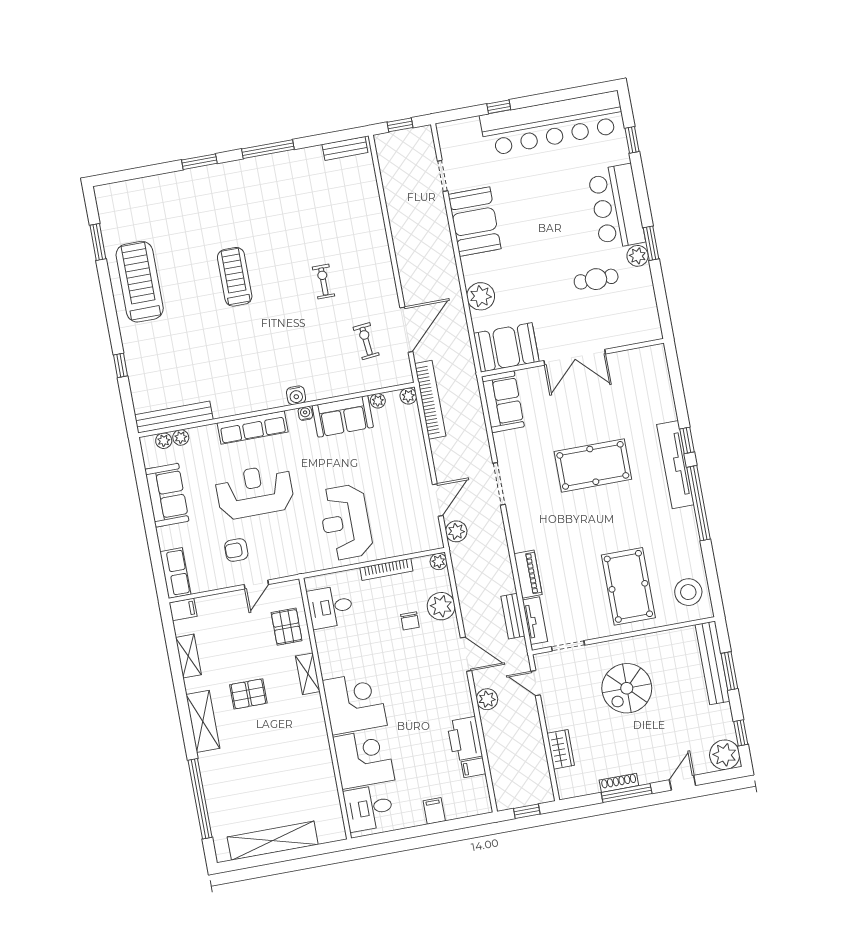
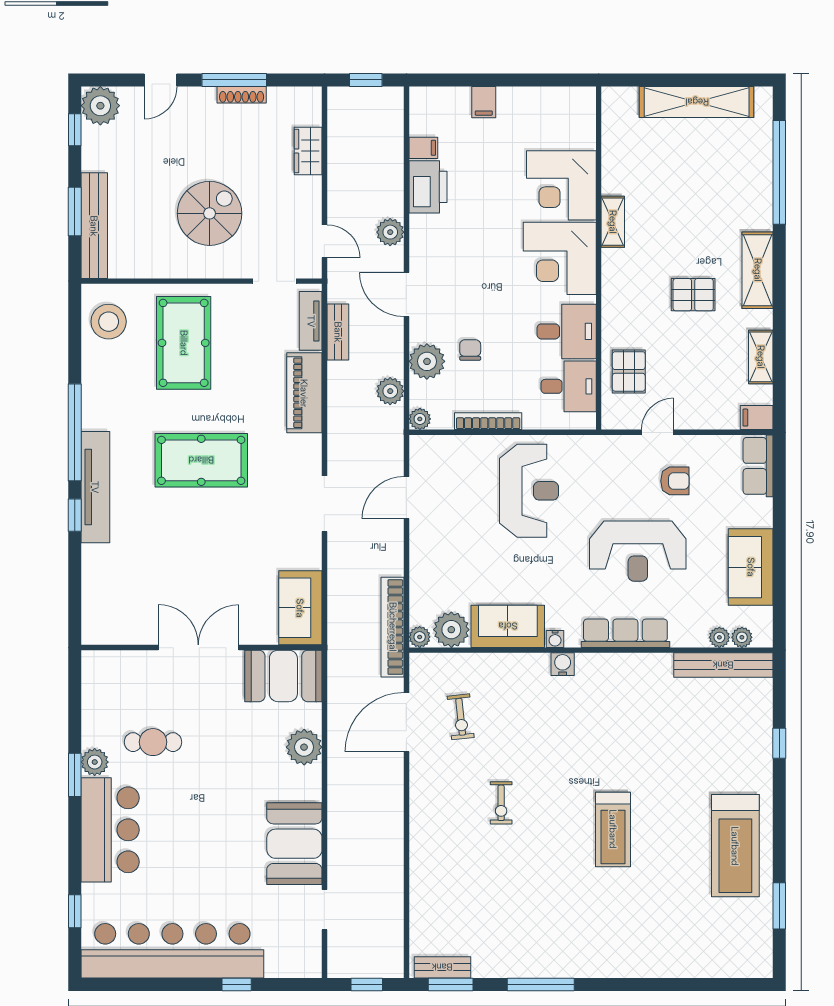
window: (199, 162) -> (451, 984), moved
plant: (378, 401) -> (451, 630), width x1.88, depth x1.88
pool table: (593, 465) -> (201, 460), moved
plant: (456, 531) -> (390, 391), moved
piano: (528, 574) -> (304, 393), width x1.37, depth x1.33
shelving: (308, 674) -> (613, 222), moved
desk: (369, 808) -> (567, 331), moved

